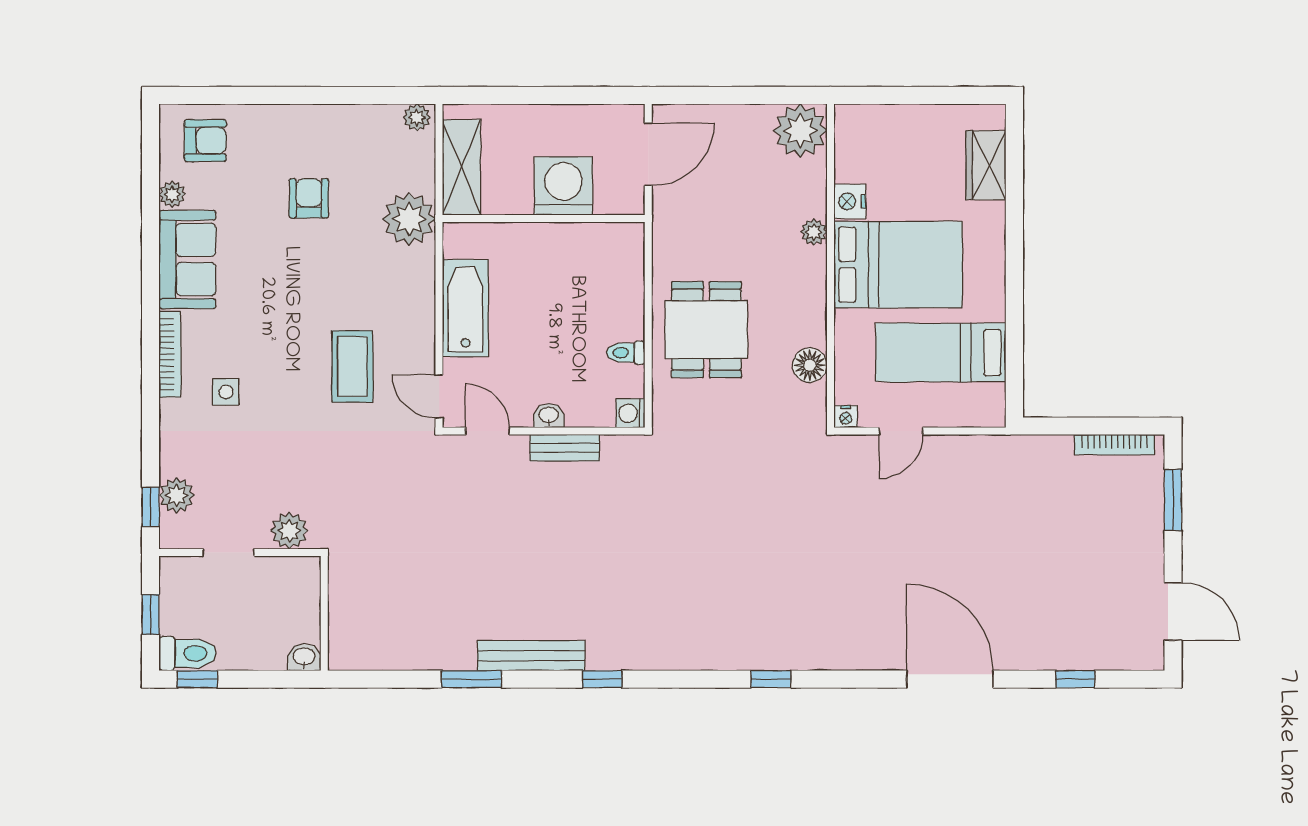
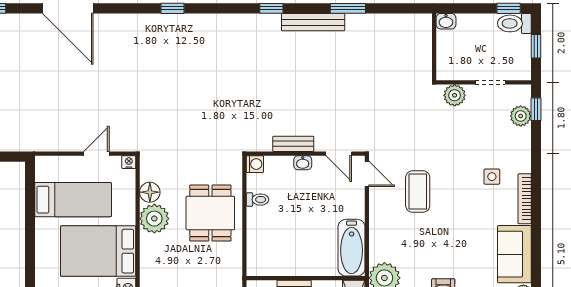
plant: (814, 232) -> (154, 219), moved, width x1.88, depth x1.88
bathtub: (465, 308) -> (352, 248), moved

